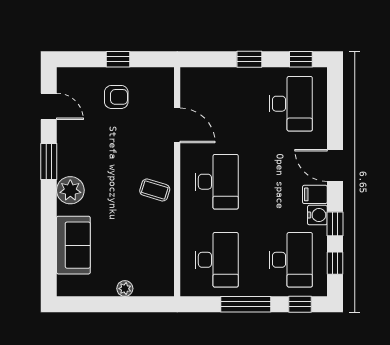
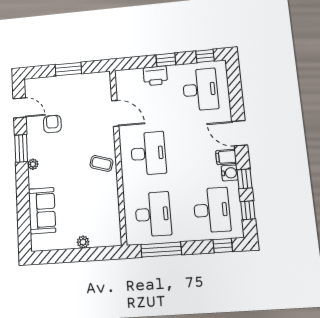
window: (118, 59) -> (68, 69), width x1.50
printer: (234, 80) -> (155, 76), added
armchair: (116, 97) -> (52, 124), moved, turned -90
plant: (70, 190) -> (33, 164), width x0.53, depth x0.53
window: (246, 304) -> (161, 250), moved

